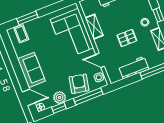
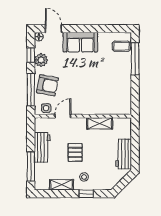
window: (27, 18) -> (135, 59), width x1.44
corner sofa: (72, 34) -> (101, 98), removed
door: (29, 97) -> (53, 29), swing flipped

